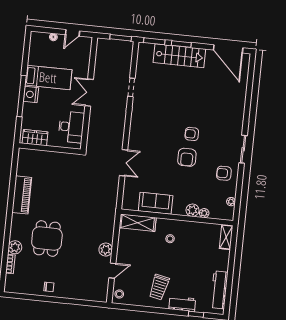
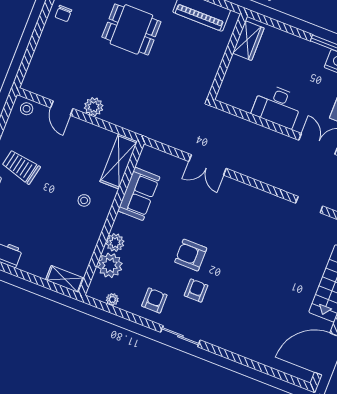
armchair: (192, 134) -> (196, 290), moved
wardrobe: (35, 138) -> (248, 41), moved
wall: (50, 149) -> (228, 57), moved
plant: (204, 213) -> (110, 265), width x1.87, depth x1.87

